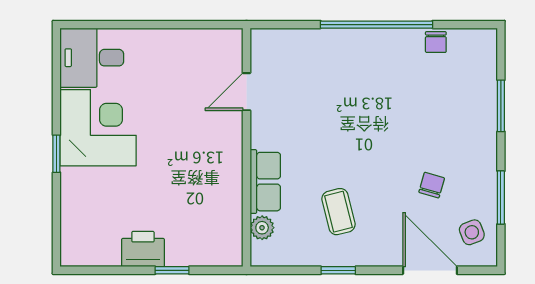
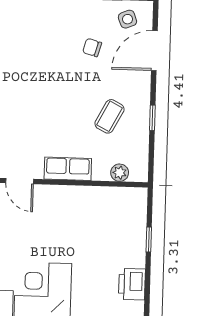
row of seats: (265, 182) -> (68, 169), moved
coffee table: (338, 212) -> (109, 116), turned -48
printer: (143, 249) -> (132, 284), moved

